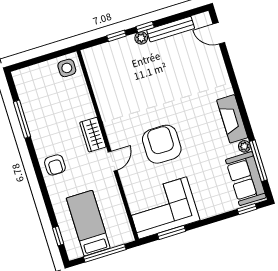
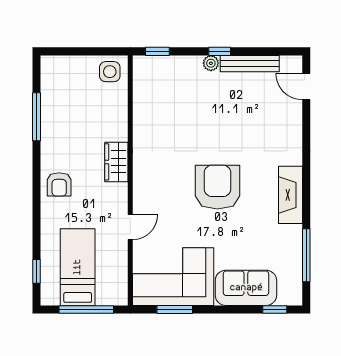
window: (117, 36) -> (157, 51), moved
armchair: (162, 144) -> (217, 187), moved
plant: (244, 146) -> (295, 233), removed
door: (113, 161) -> (130, 227), moved
sofa: (246, 179) -> (246, 288), moved, turned 90

